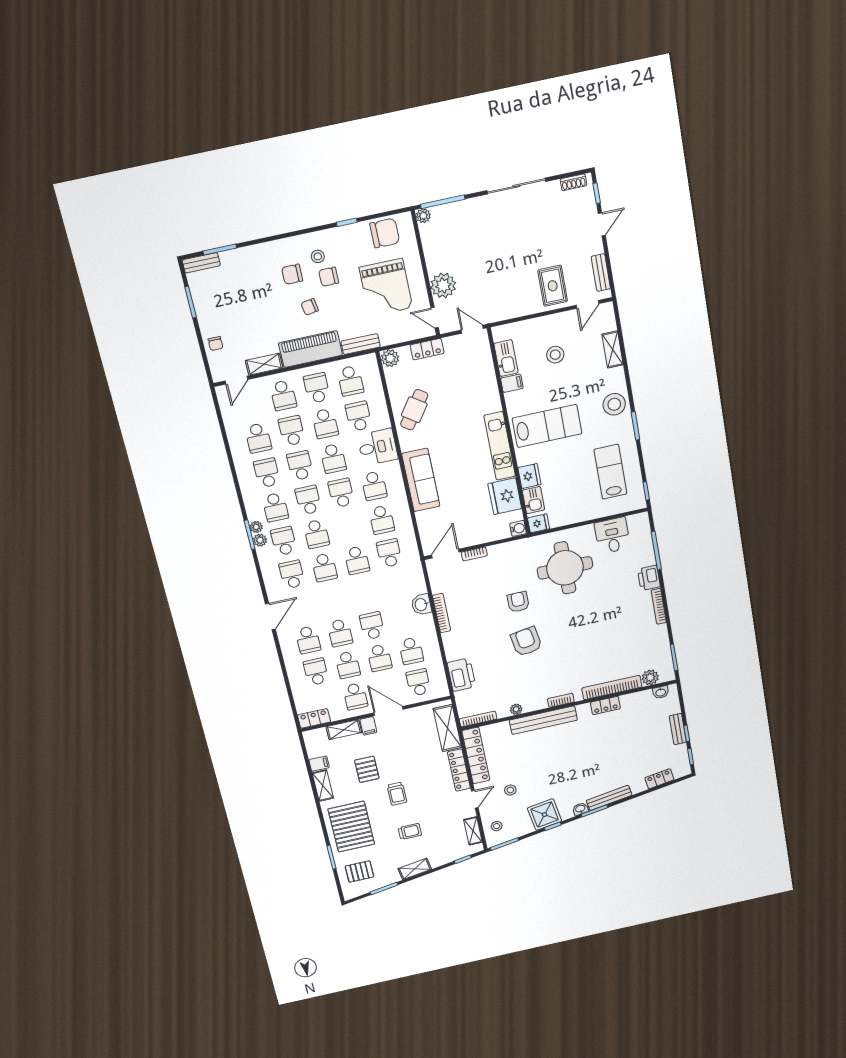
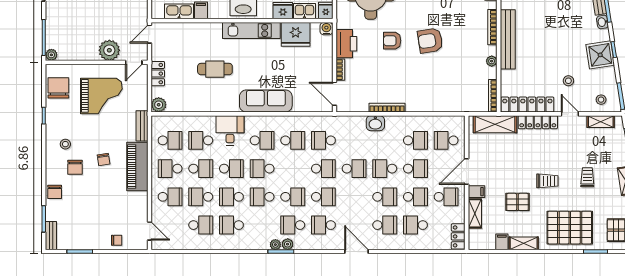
chair: (329, 277) -> (55, 192), moved
shelving: (264, 364) -> (142, 206), removed
cafe table: (414, 410) -> (215, 69), moved, turned -35
school desk: (275, 507) -> (354, 169), moved
printer: (461, 675) -> (346, 44), moved, turned 90
bookcase: (561, 700) -> (492, 27), width x1.56

